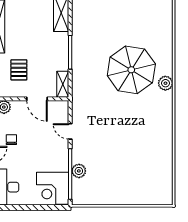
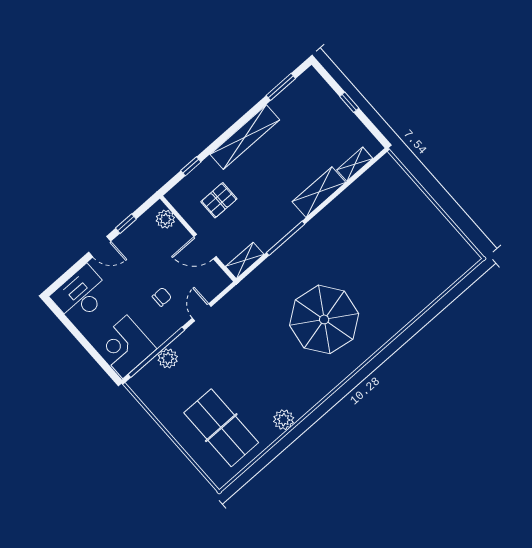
plant: (165, 83) -> (284, 420), moved
door: (37, 99) -> (205, 247), hinge flipped
chair: (11, 140) -> (162, 297), moved
table tennis table: (141, 175) -> (221, 428), added

